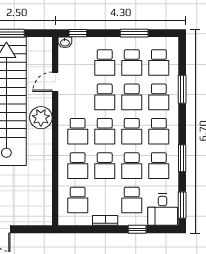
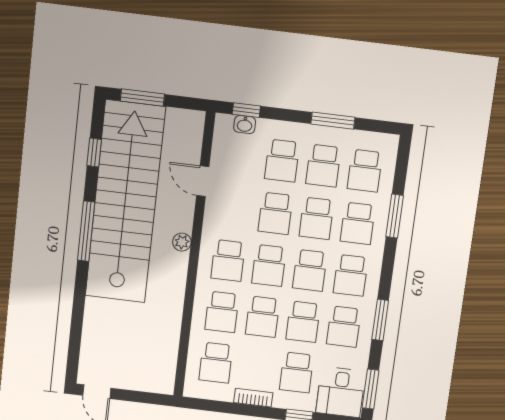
washbasin: (65, 42) -> (245, 125), moved
door: (55, 82) -> (203, 181), hinge flipped
plant: (41, 118) -> (182, 242), width x0.53, depth x0.53

